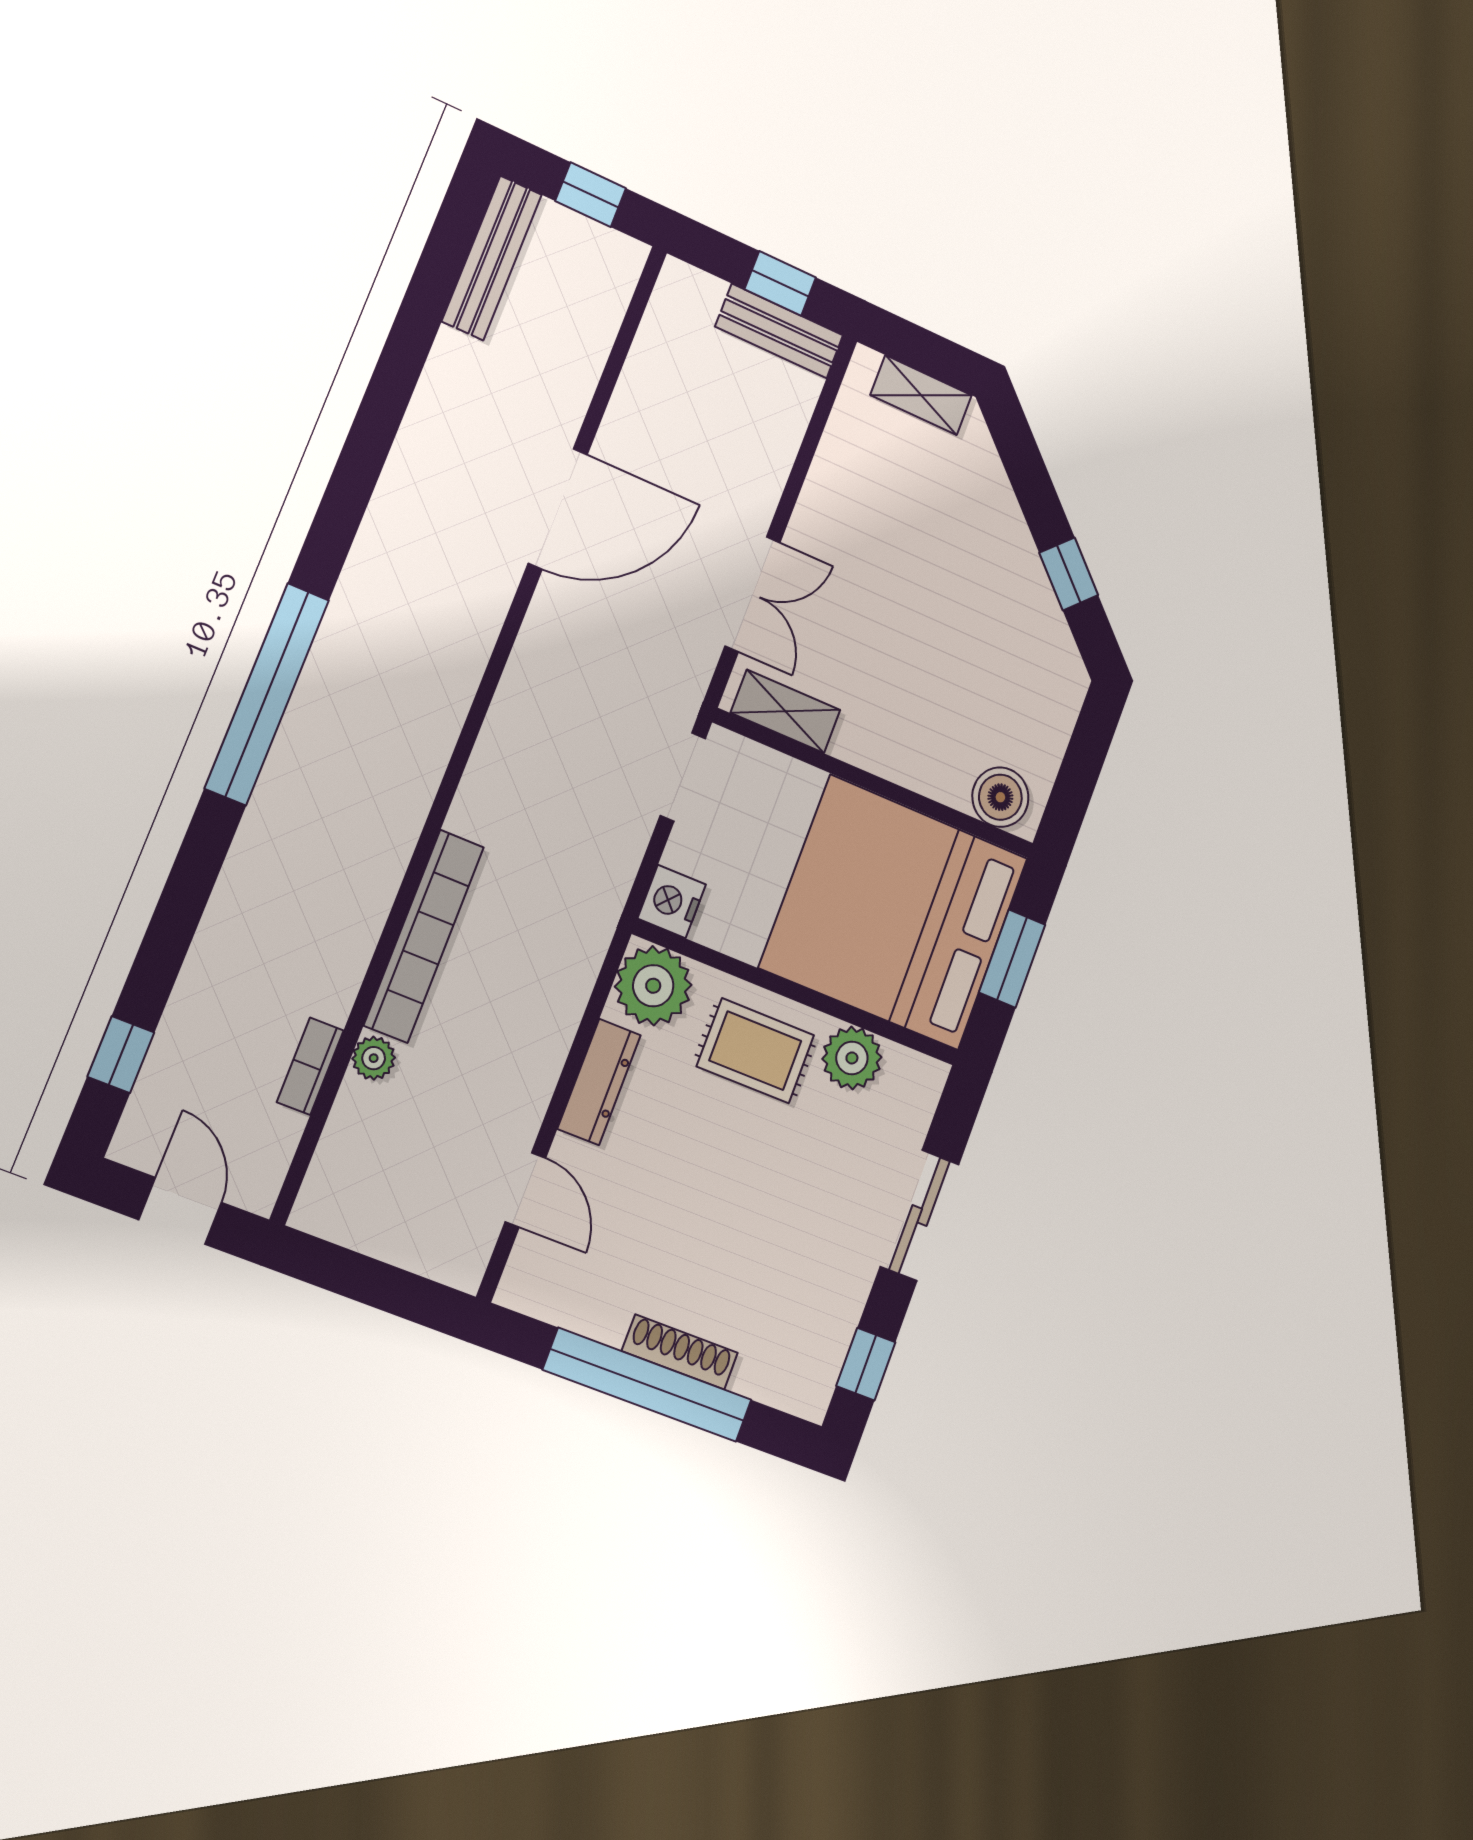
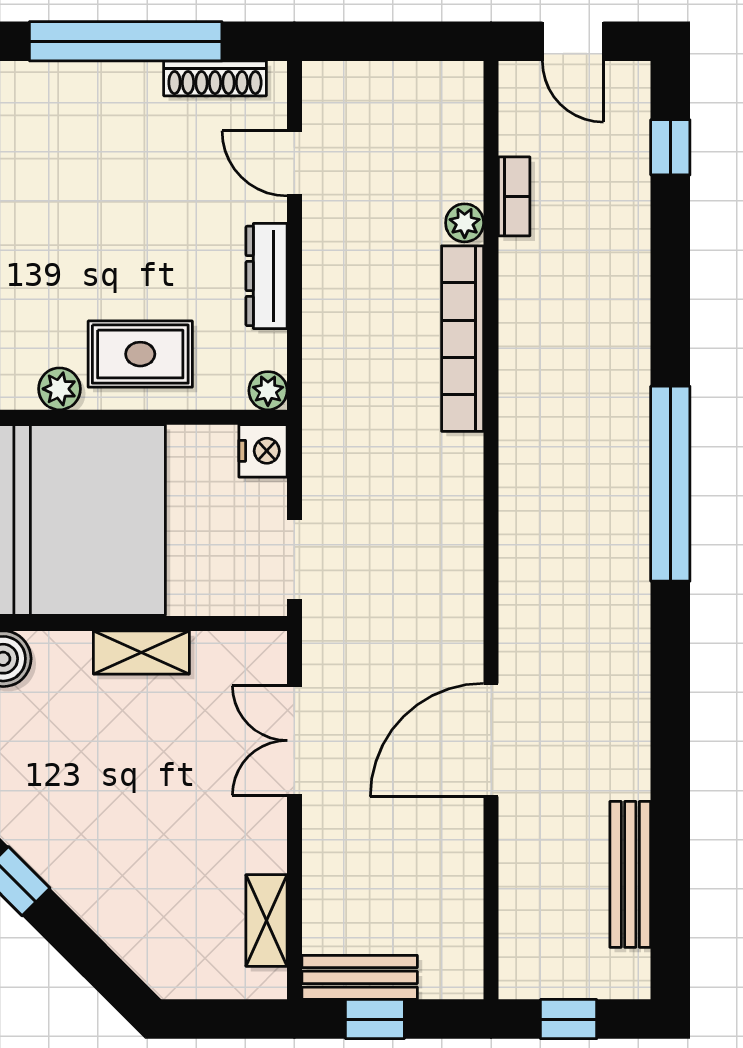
bench: (492, 258) -> (630, 874), moved
shelving: (921, 395) -> (266, 921), moved, turned 90
shelving: (786, 711) -> (141, 652), moved
plant: (653, 986) -> (268, 391), width x0.53, depth x0.53
plant: (852, 1058) -> (59, 389), width x0.73, depth x0.73
shoe rack: (680, 1352) -> (215, 78), moved

